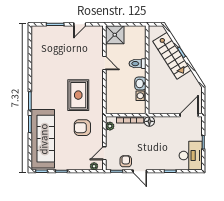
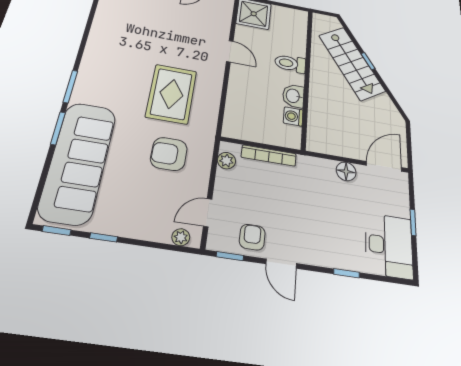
floor lamp: (149, 121) -> (346, 171), moved

